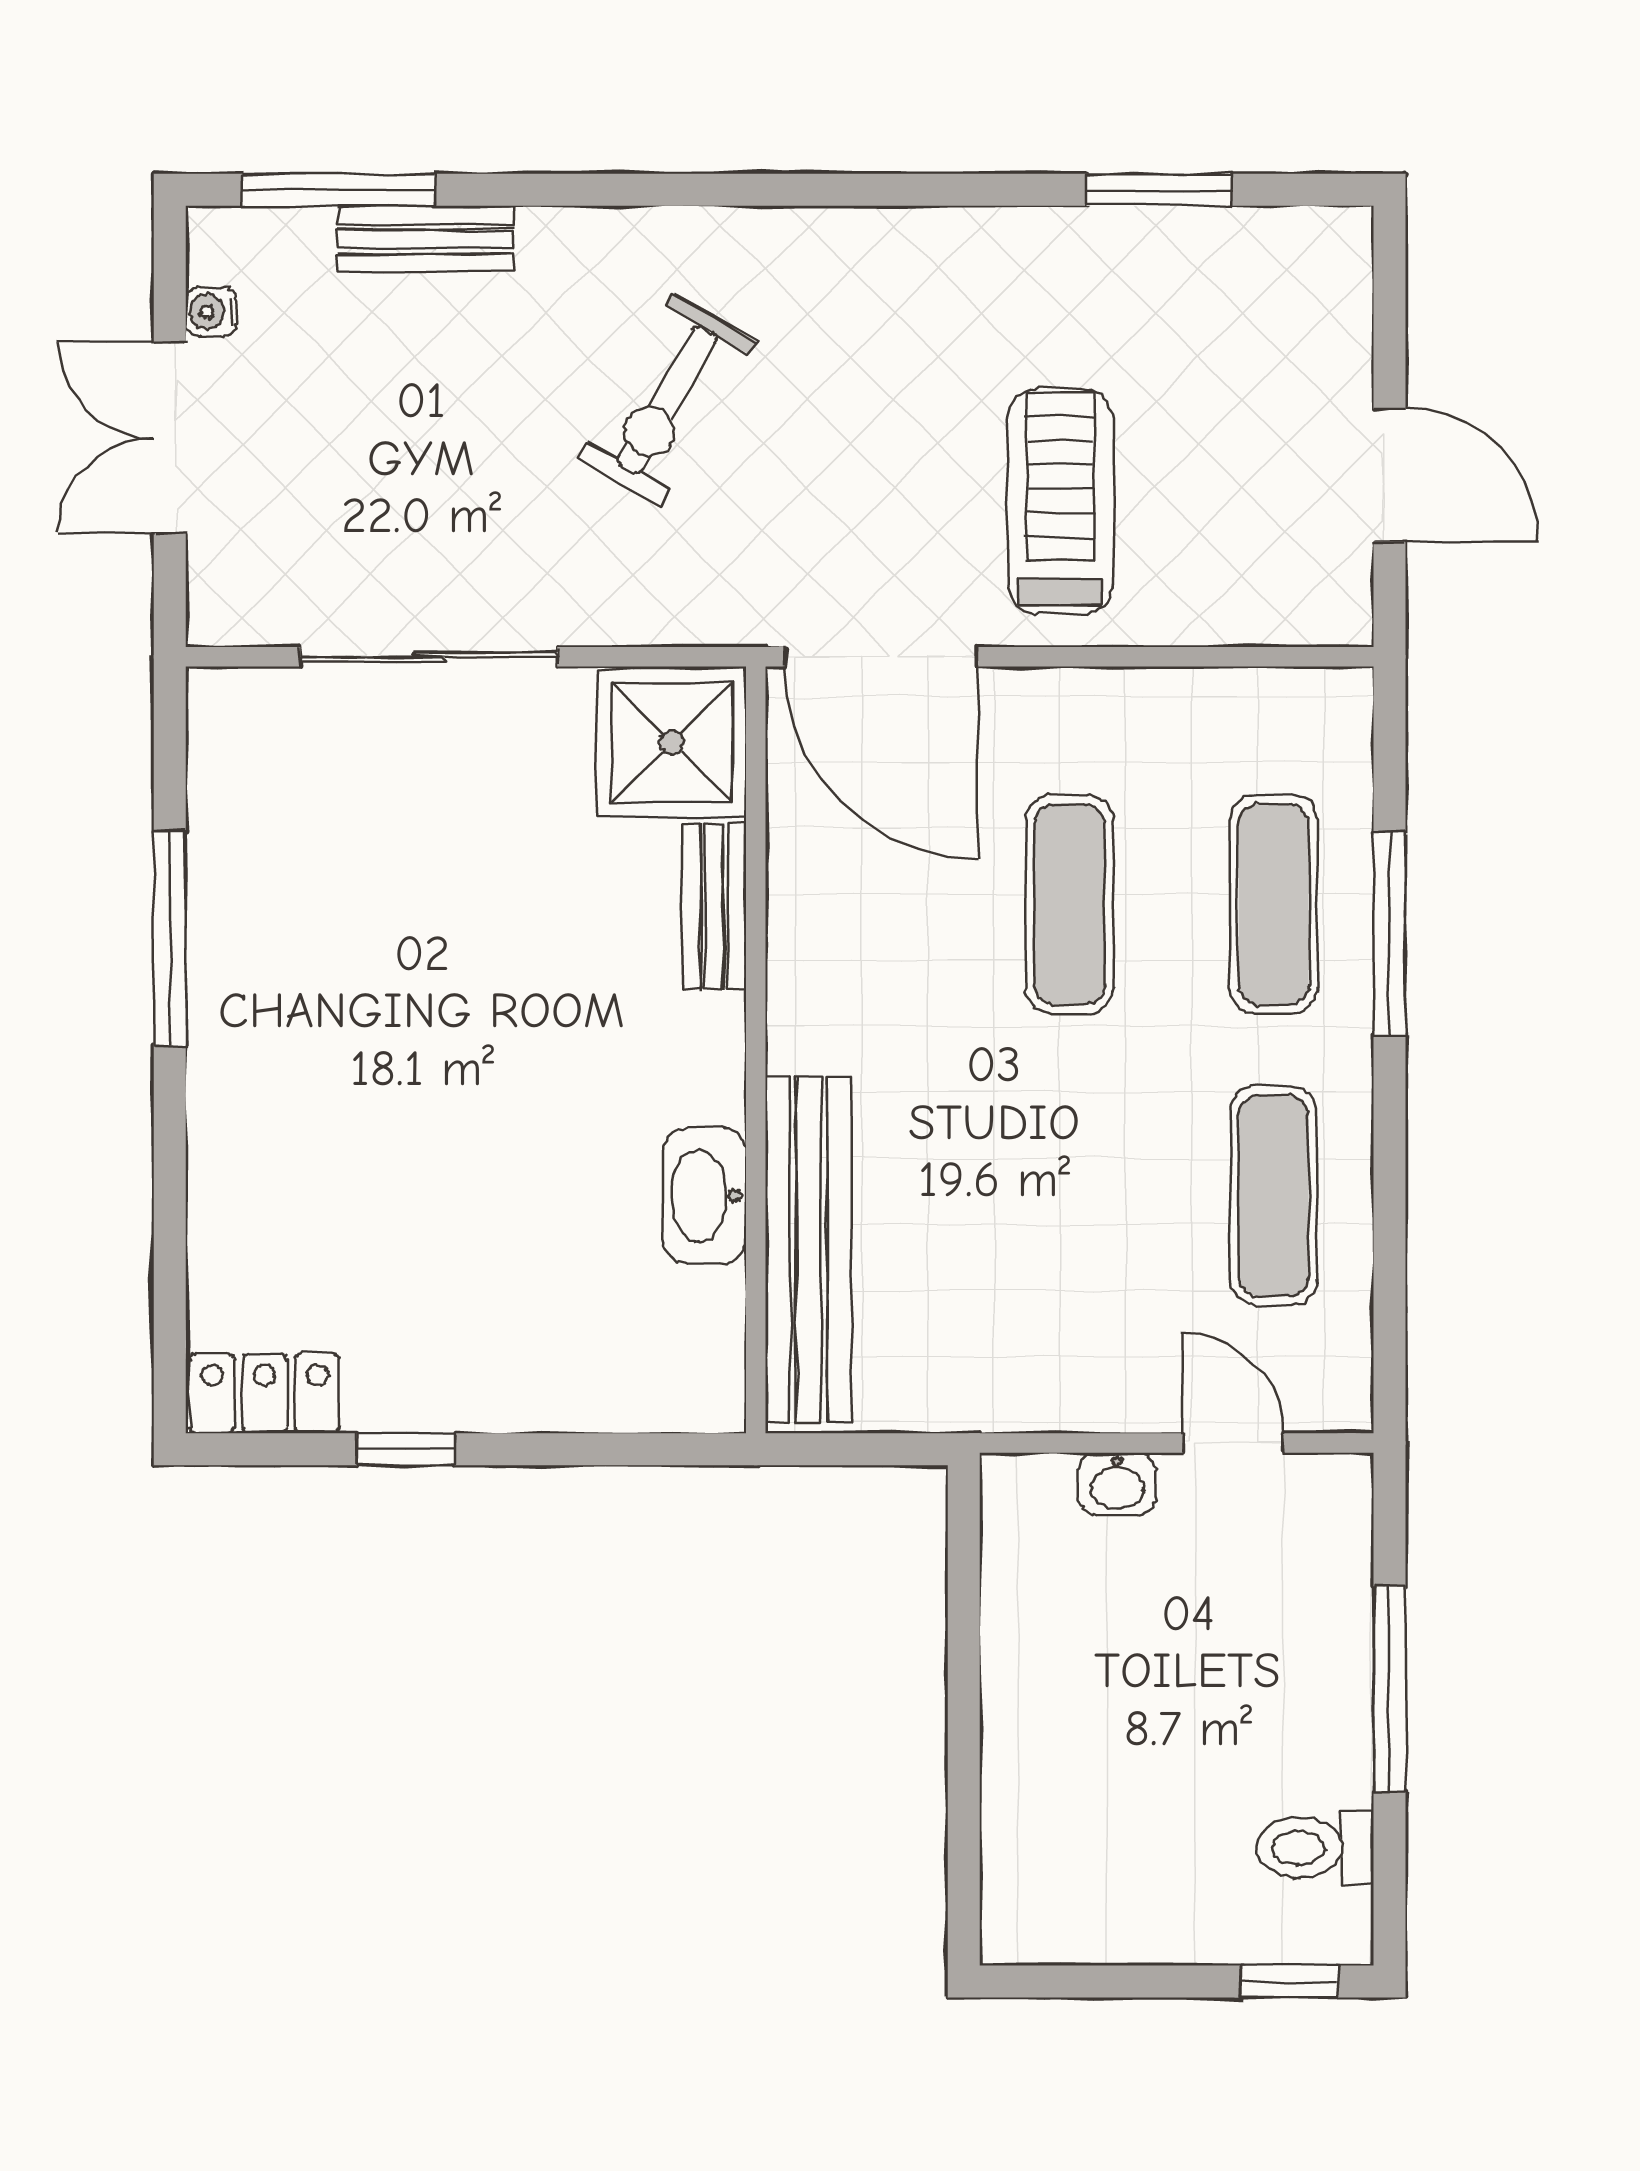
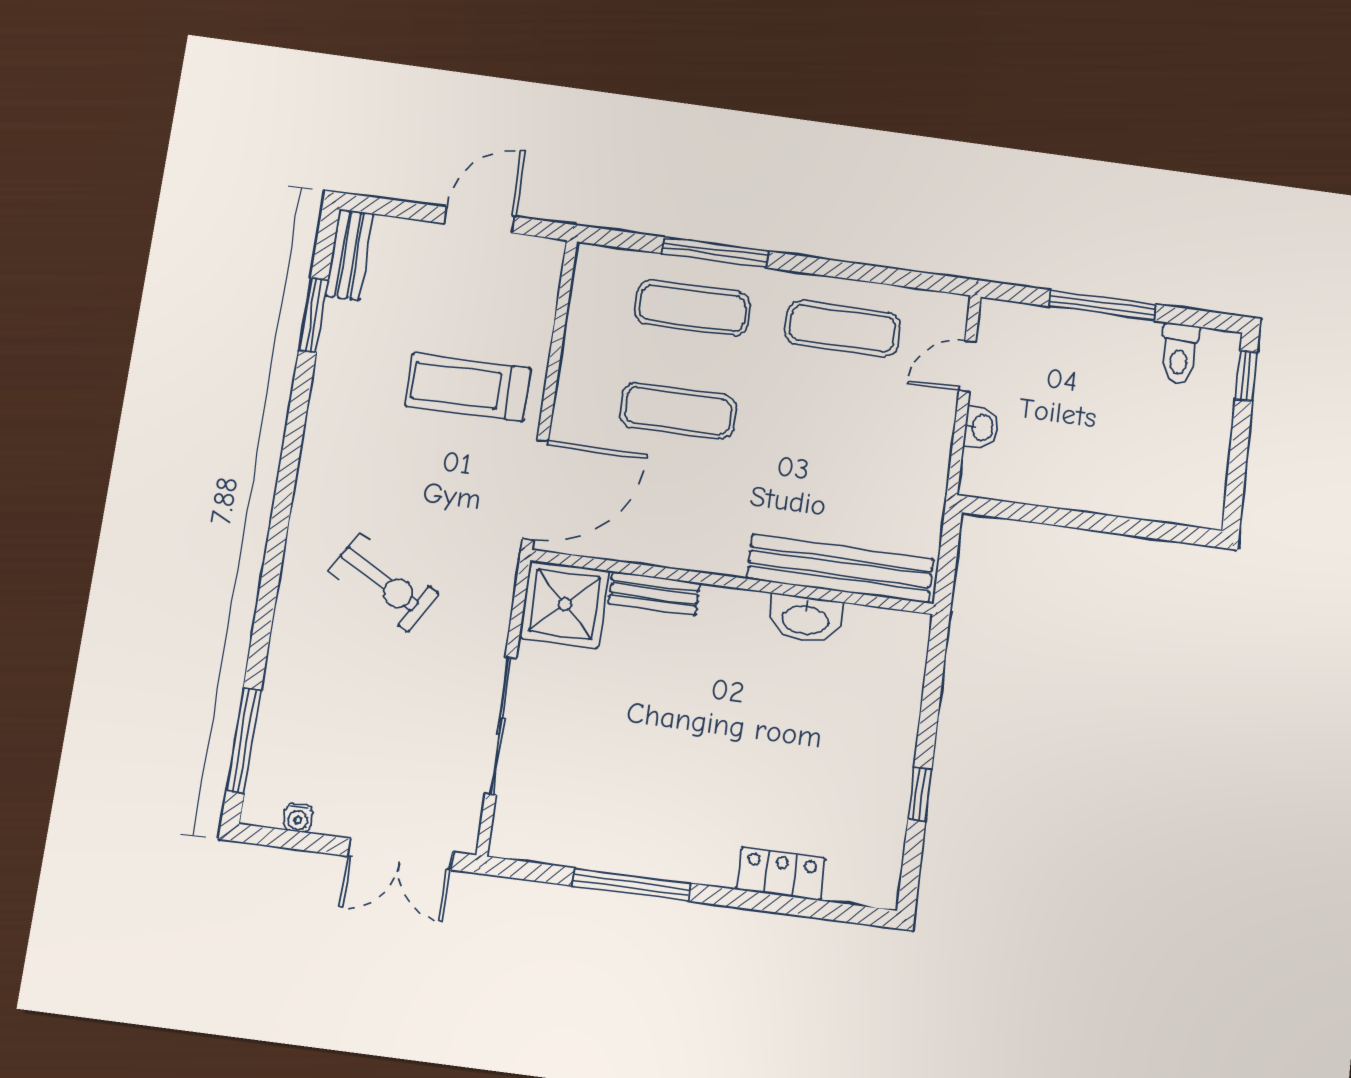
bench: (425, 239) -> (349, 255), moved
double door: (170, 438) -> (400, 854), moved
locker: (264, 1394) -> (781, 874), moved, turned 90

